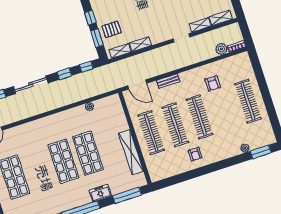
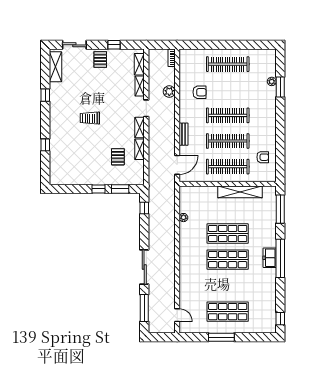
pallet: (112, 29) -> (118, 157), moved
plant: (221, 49) -> (169, 92), moved
shelving: (120, 51) -> (140, 128), moved
window: (64, 74) -> (144, 231), removed
window: (261, 152) -> (280, 87), moved
armchair: (195, 154) -> (263, 157), moved
freezer: (100, 193) -> (270, 258), moved

